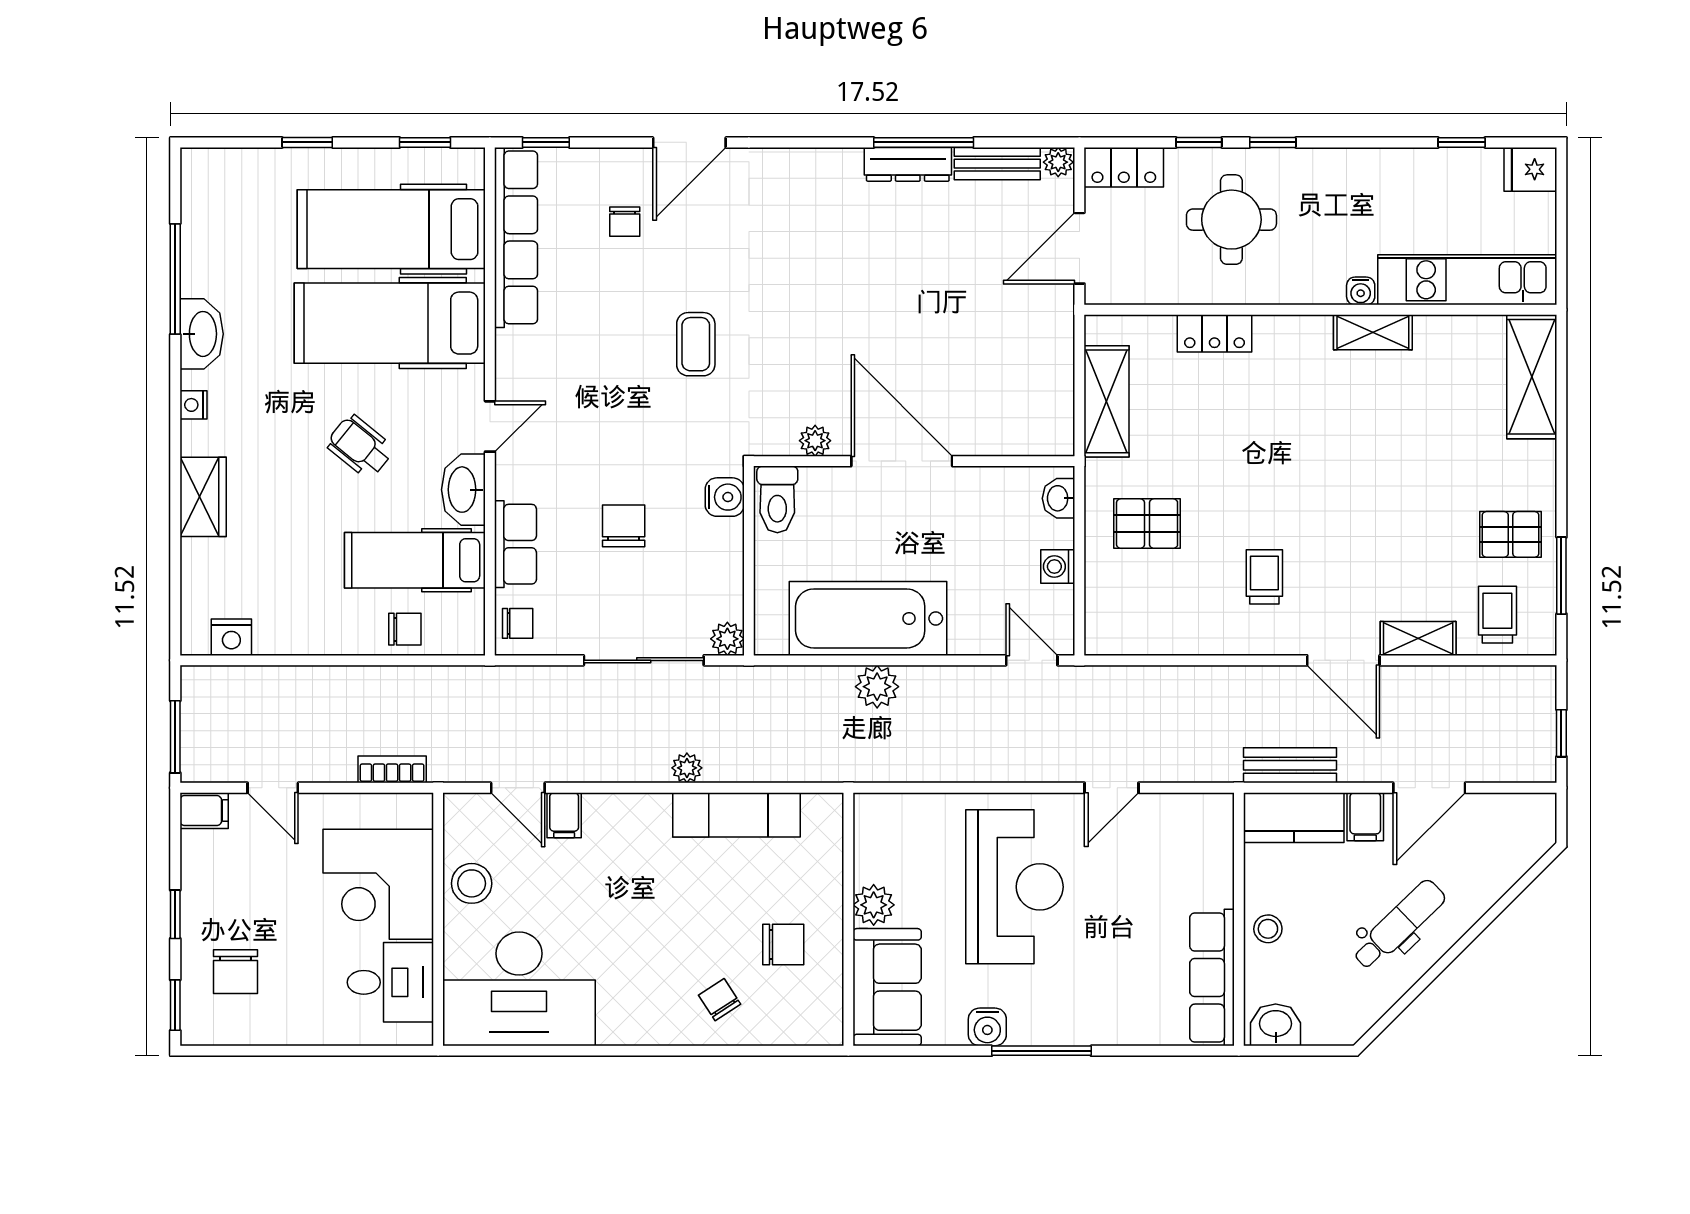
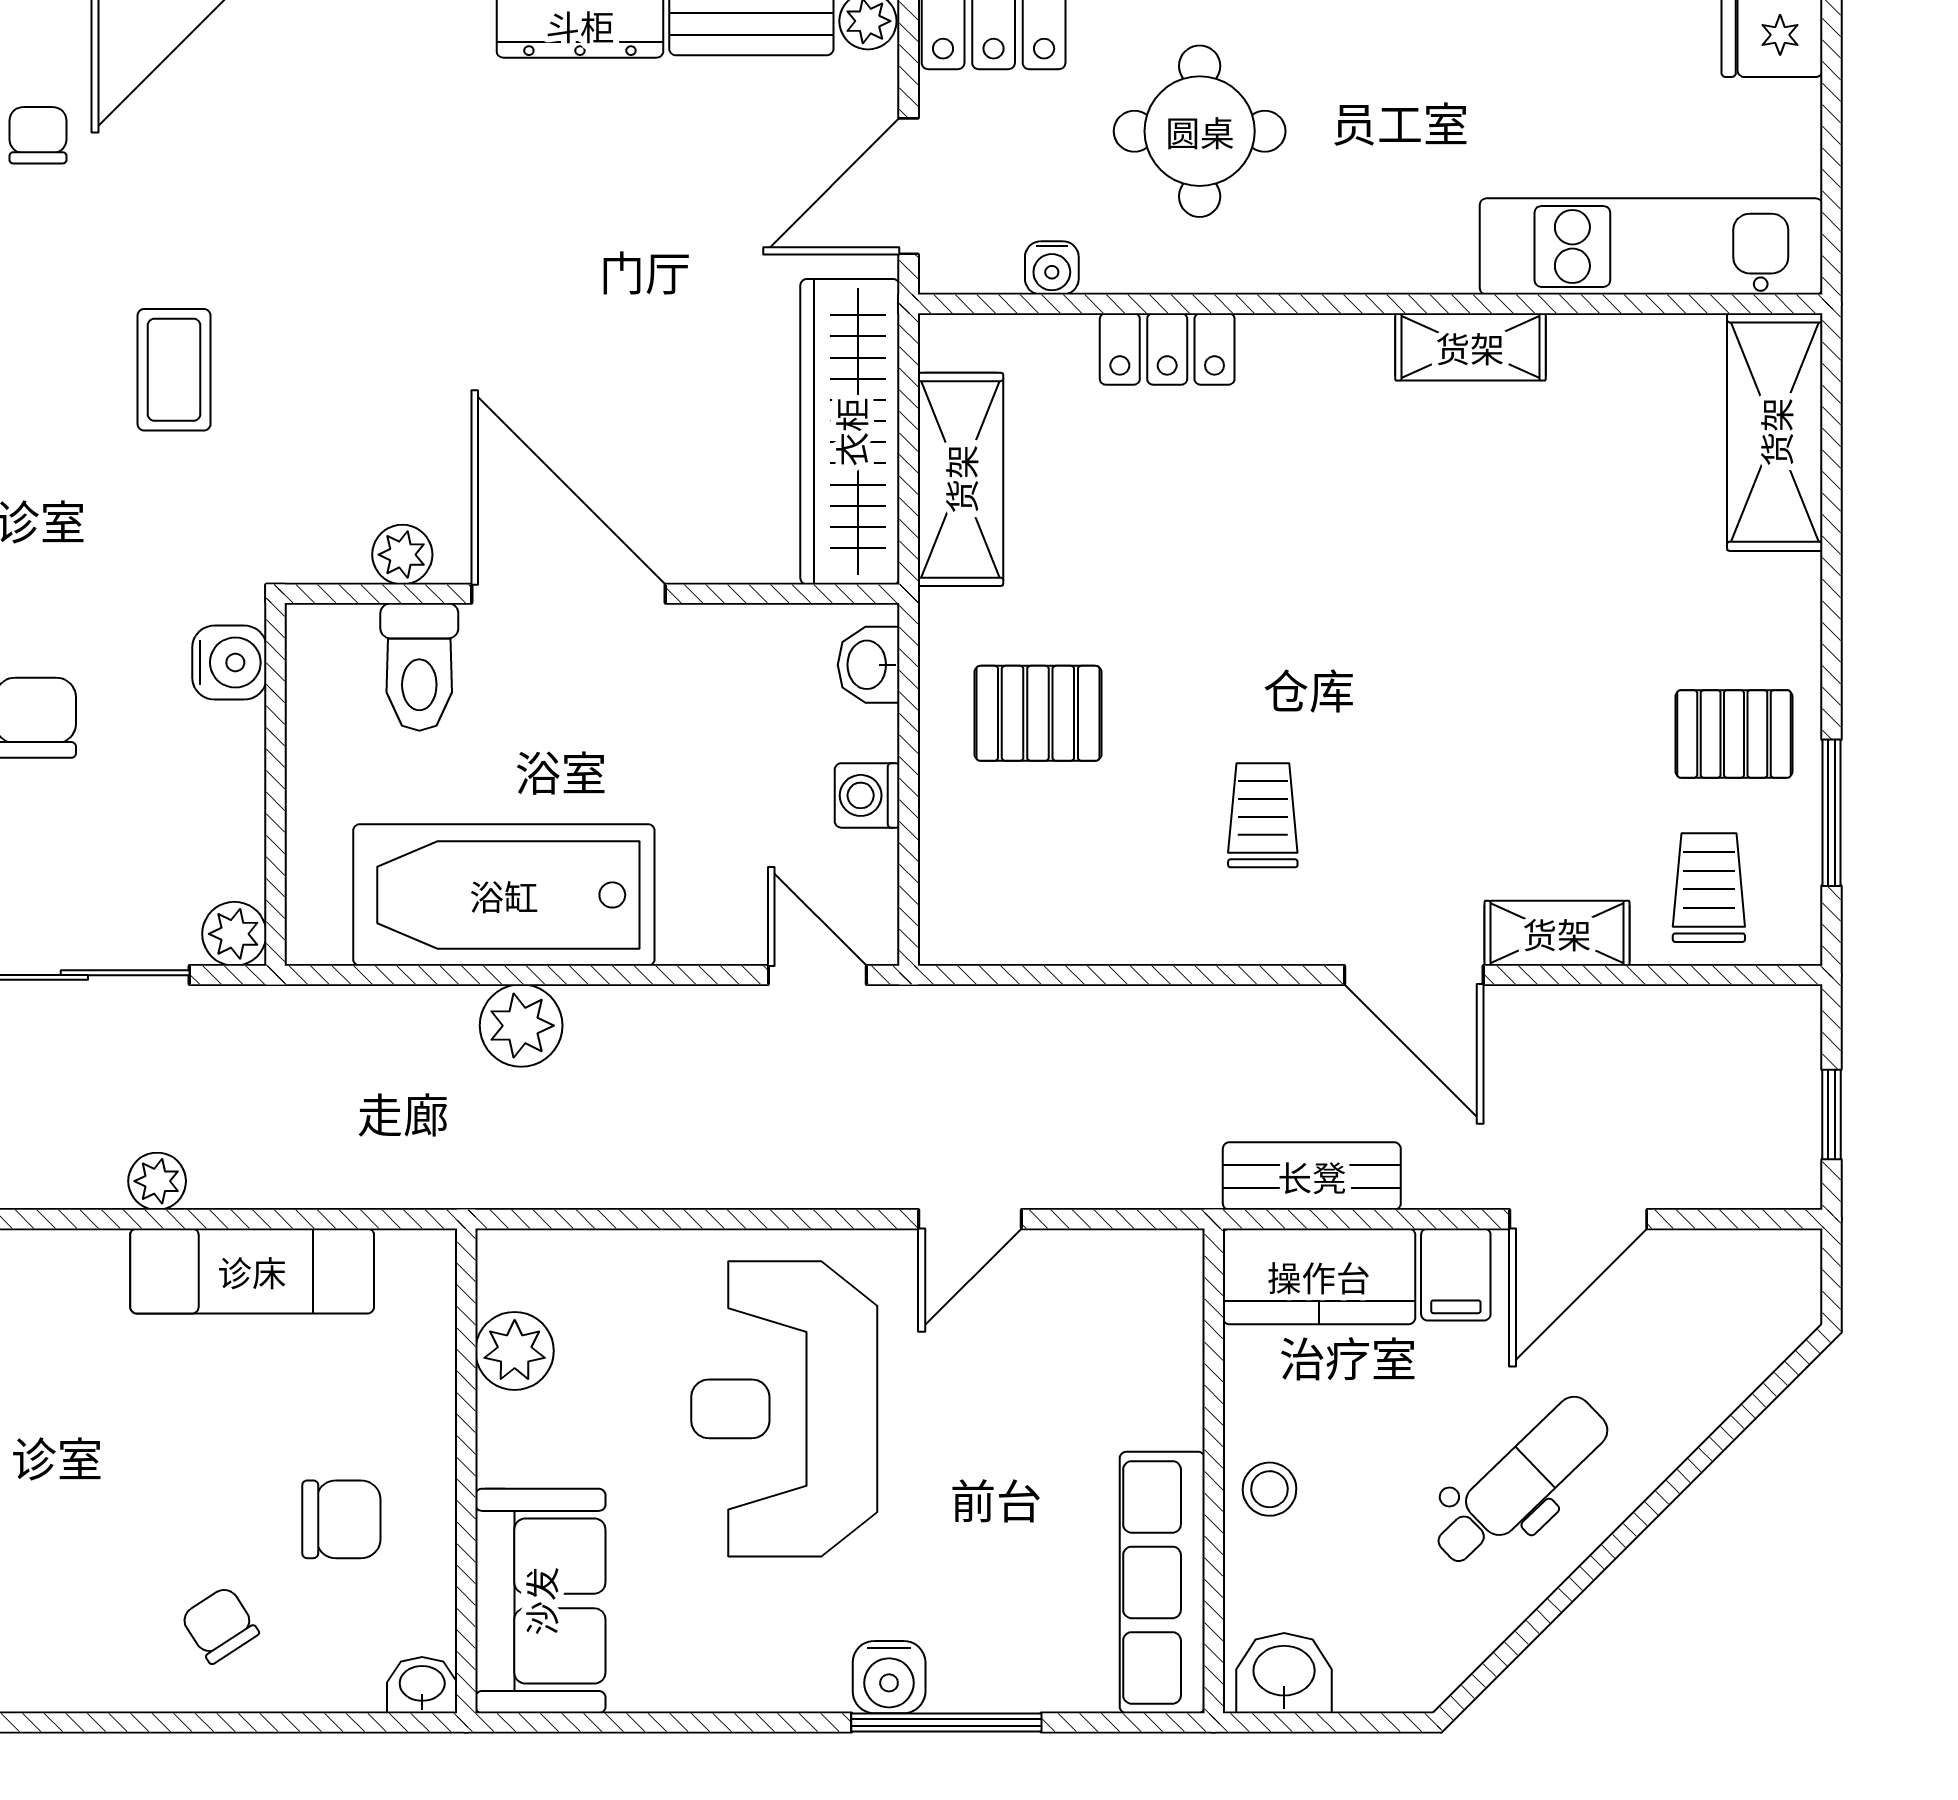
chair: (625, 222) -> (38, 135), turned 180
water cooler: (1361, 291) -> (1052, 268), moved
wardrobe: (1049, 377) -> (850, 432), added
toilet: (777, 499) -> (419, 667), moved
reception desk: (1014, 887) -> (784, 1409), turned 180
plant: (874, 905) -> (515, 1351), moved
water cooler: (987, 1027) -> (889, 1677), moved
washbasin: (825, 1031) -> (422, 1685), added
window: (1041, 1051) -> (946, 1723), moved

